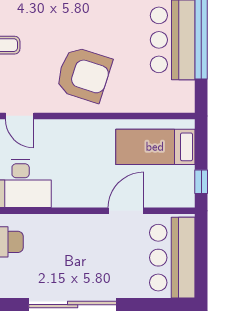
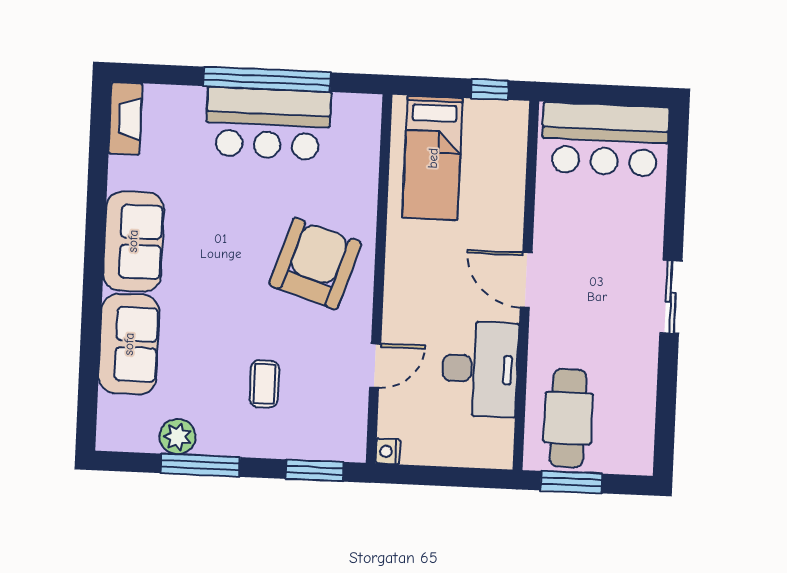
door: (126, 211) -> (526, 280), moved
sliding door: (73, 305) -> (671, 297), width x0.54

